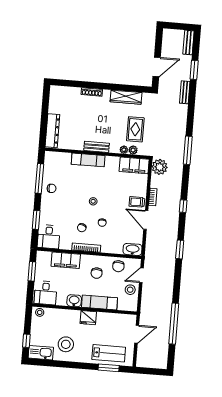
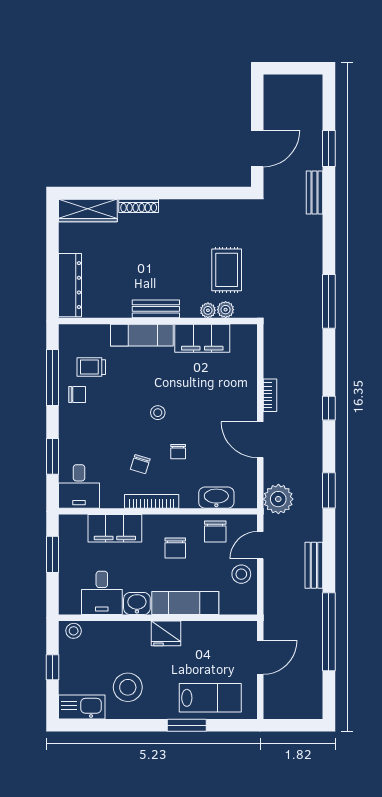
bench: (188, 42) -> (314, 565), moved
wardrobe: (126, 97) -> (88, 211), moved
filing cabinet: (134, 165) -> (202, 338), moved
plant: (160, 167) -> (278, 499), moved
trolley: (137, 202) -> (91, 367), moved
washbasin: (133, 249) -> (216, 498), moved
desk: (46, 293) -> (102, 593), moved
window: (26, 341) -> (53, 667), moved
window: (109, 368) -> (187, 725), moved

